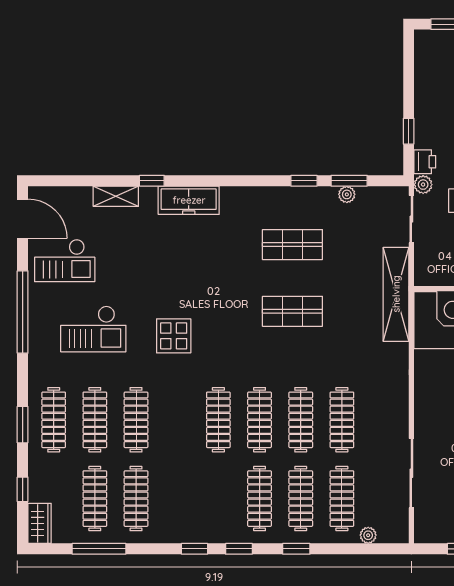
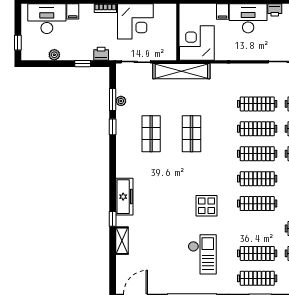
plant: (423, 185) -> (54, 55), moved
checkout: (65, 261) -> (161, 272), removed
clothes rail: (136, 420) -> (257, 204), moved

